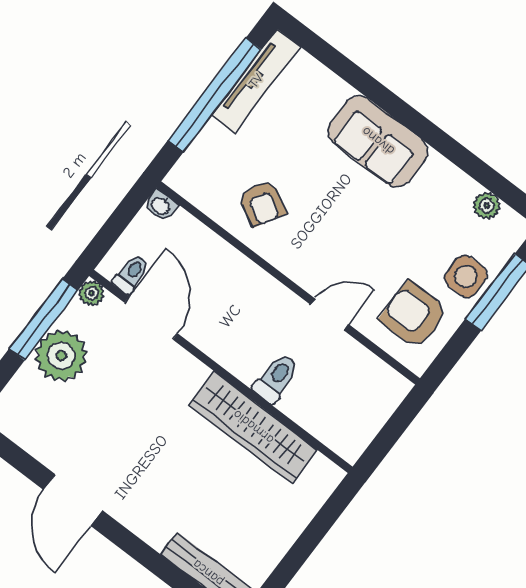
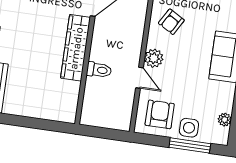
plant: (309, 270) -> (154, 58), added
wardrobe: (253, 427) -> (76, 48), moved

